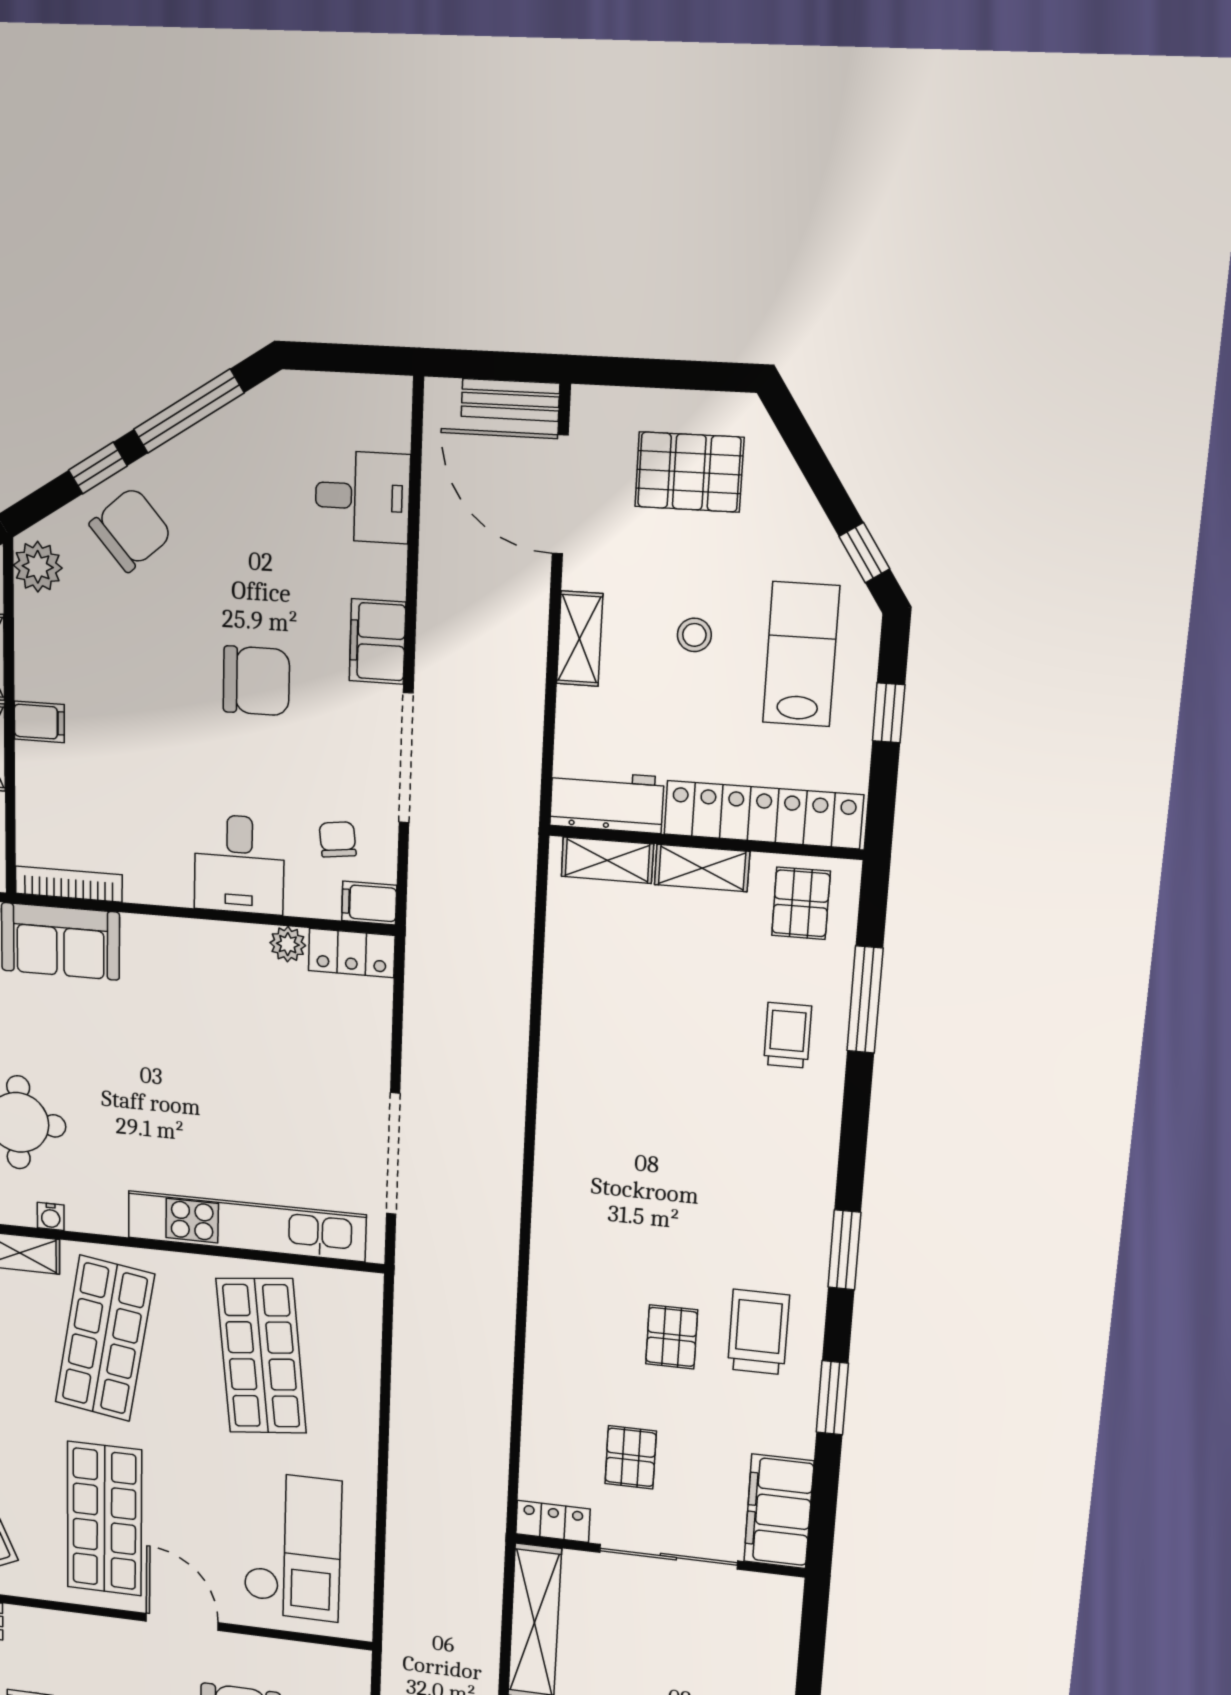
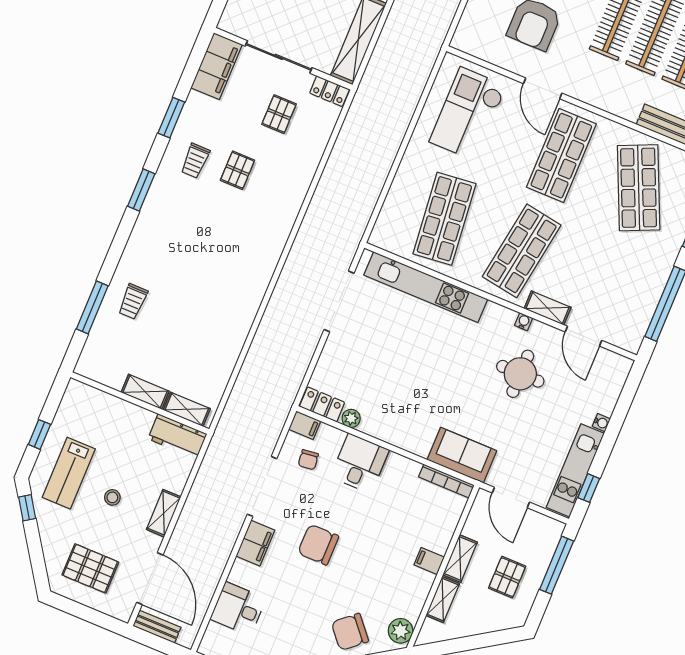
locker: (763, 815) -> (109, 407), removed
pallet: (801, 903) -> (106, 361), removed
trolley: (758, 1332) -> (195, 161), width x0.73, depth x0.72

